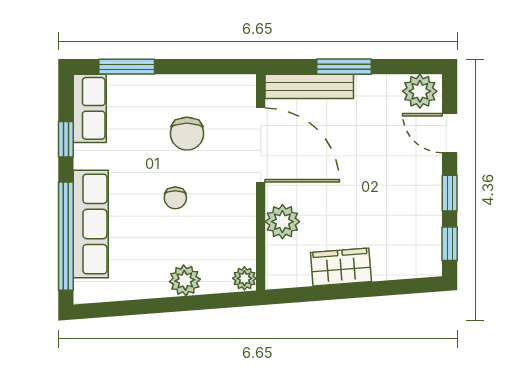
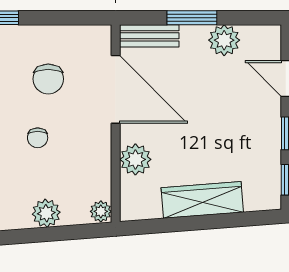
bench: (309, 86) -> (149, 36), width x0.73
plant: (420, 91) -> (224, 40), moved
wardrobe: (341, 267) -> (202, 200), width x1.50

